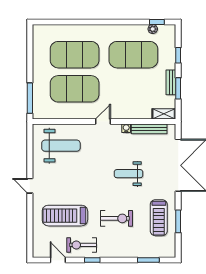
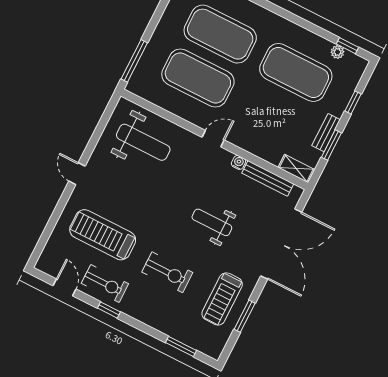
exercise bike: (82, 245) -> (105, 284), turned 180

